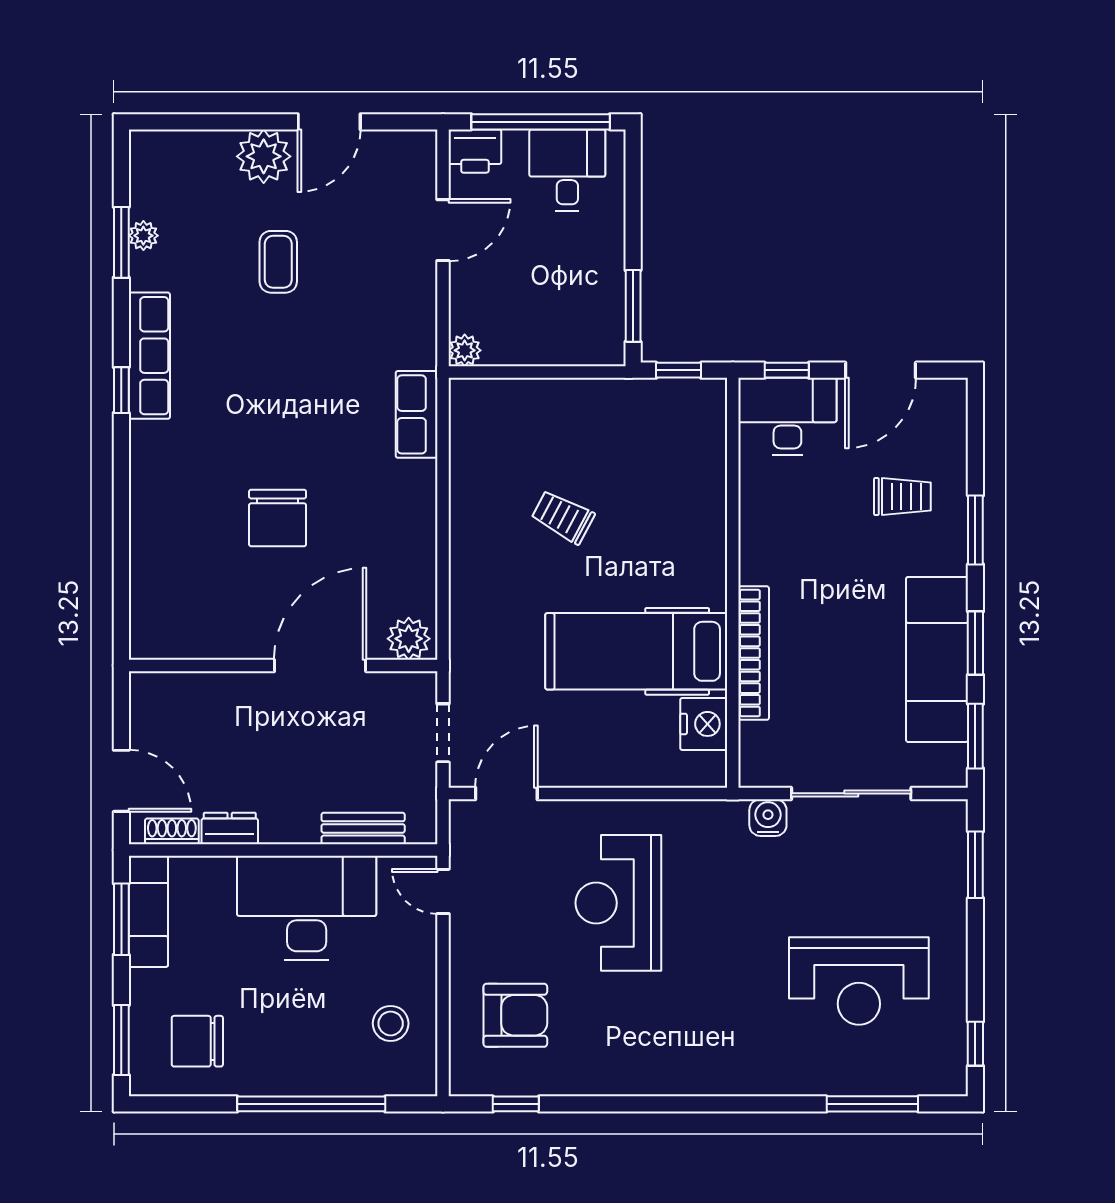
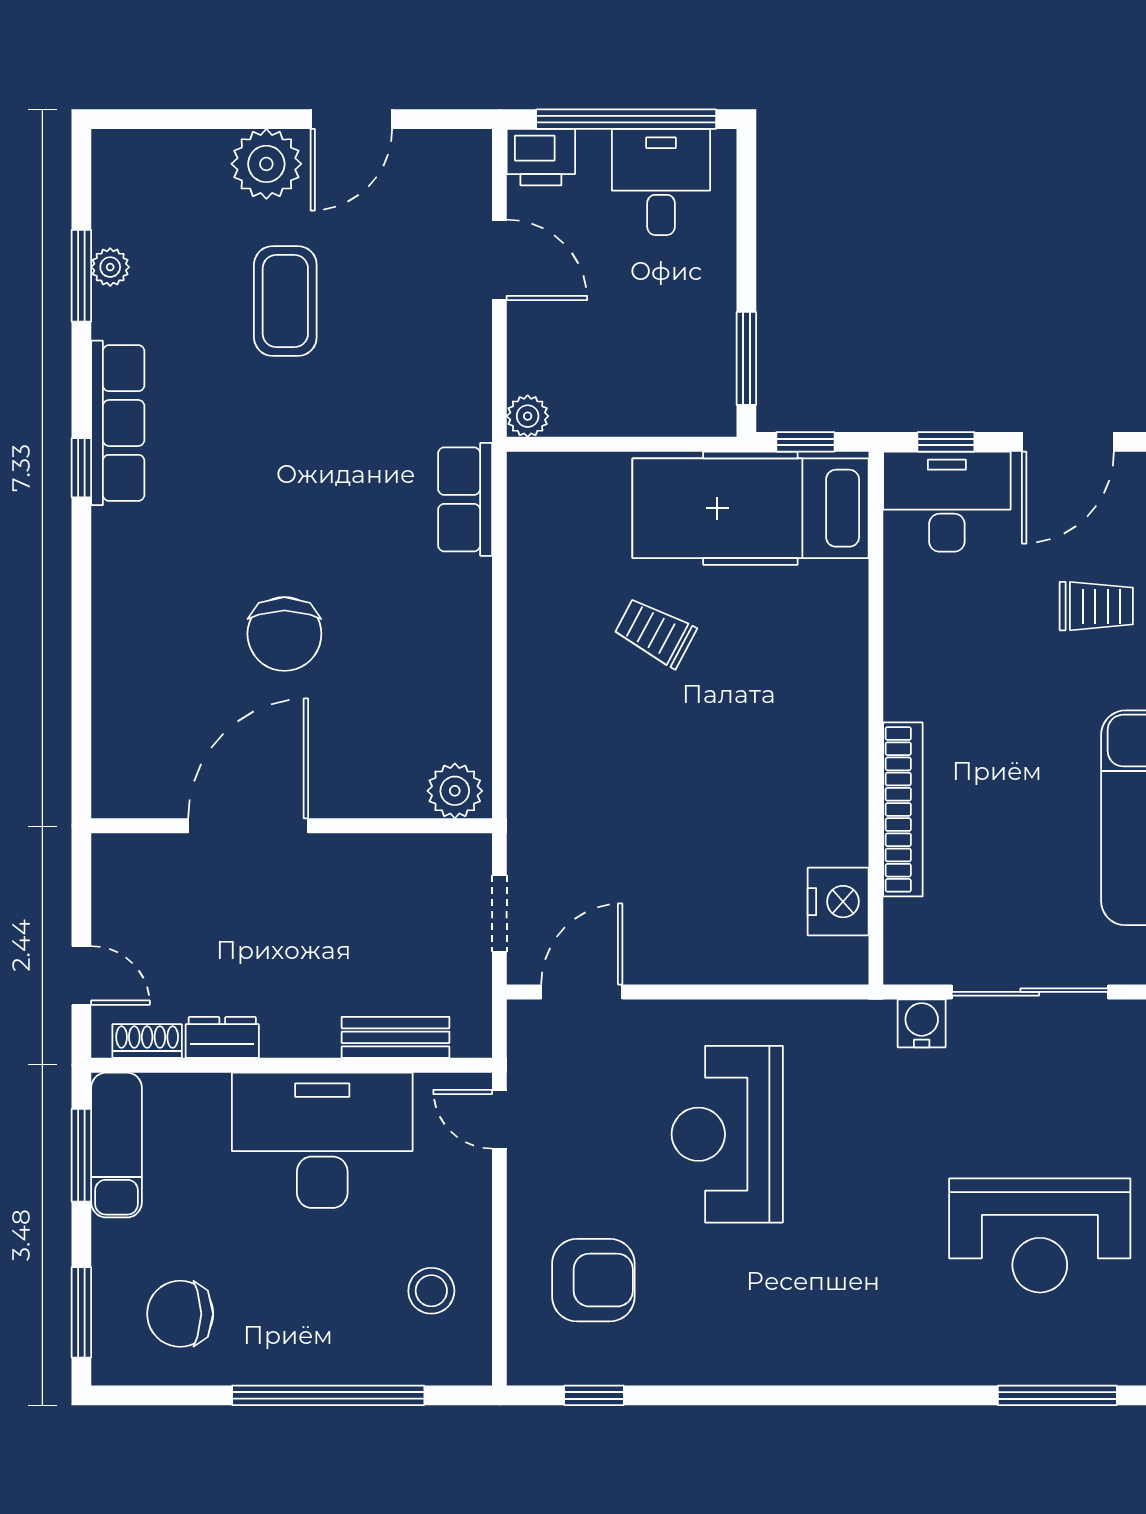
door: (443, 230) -> (499, 260), hinge flipped
coffee table: (278, 262) -> (285, 301), width x1.36, depth x1.30
hospital bed: (636, 651) -> (750, 508), moved
door: (320, 666) -> (248, 826), moved
door: (121, 781) -> (81, 975), width x0.73

